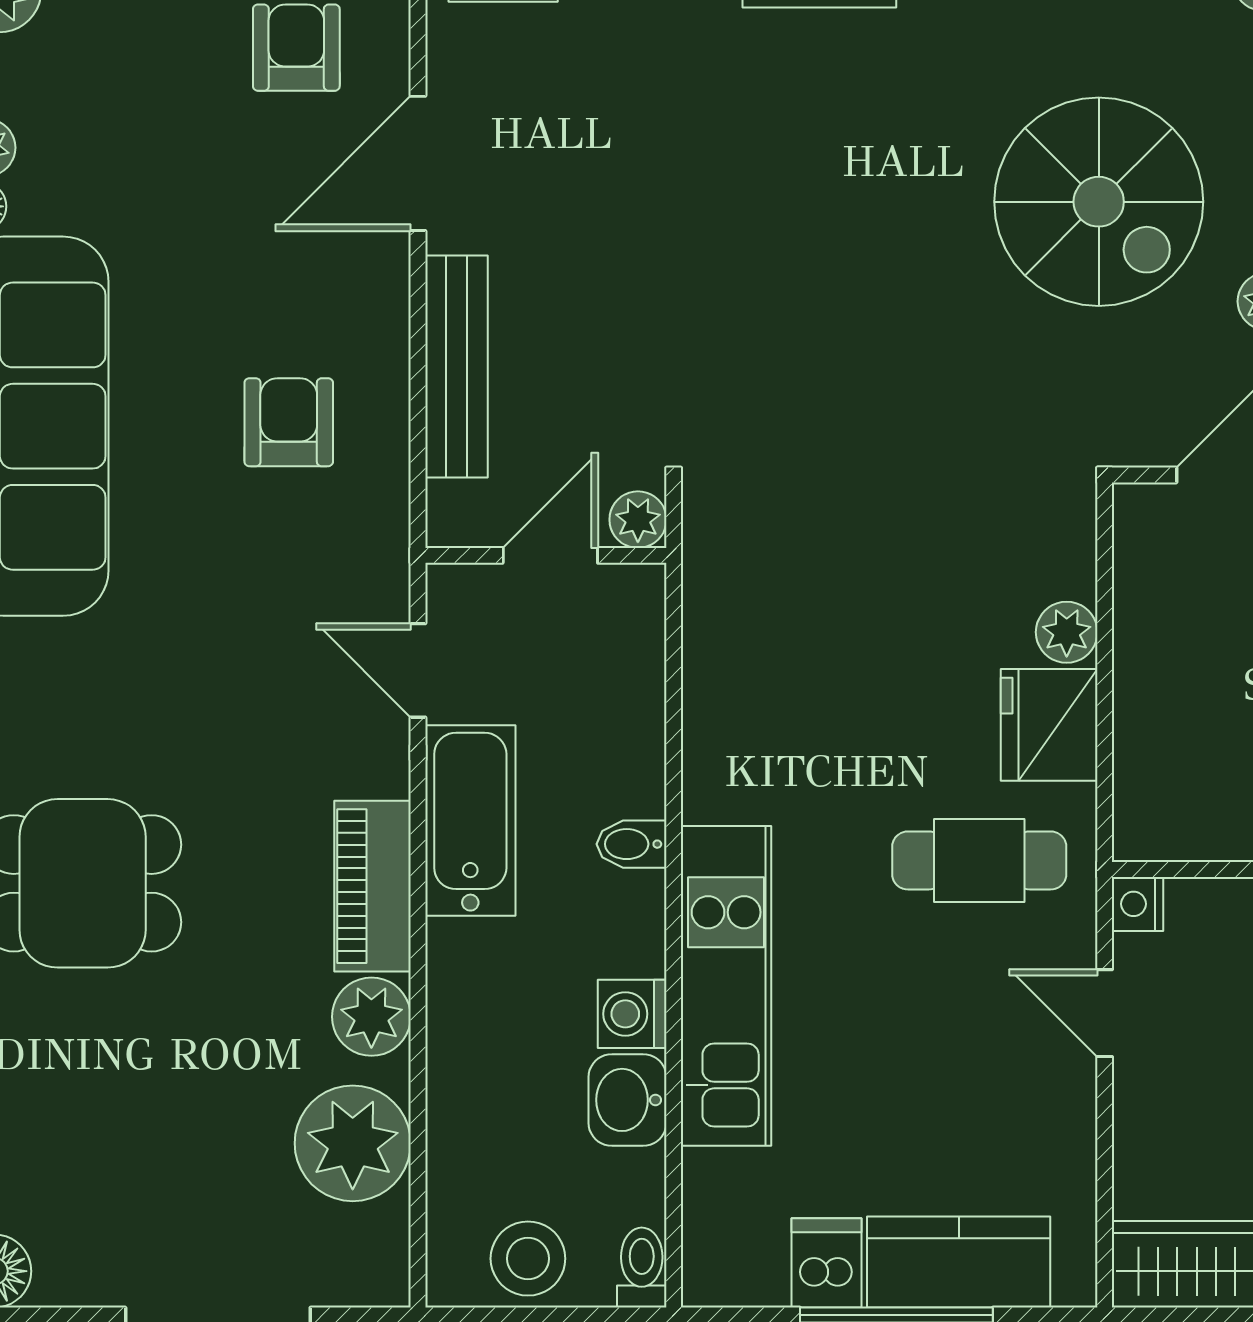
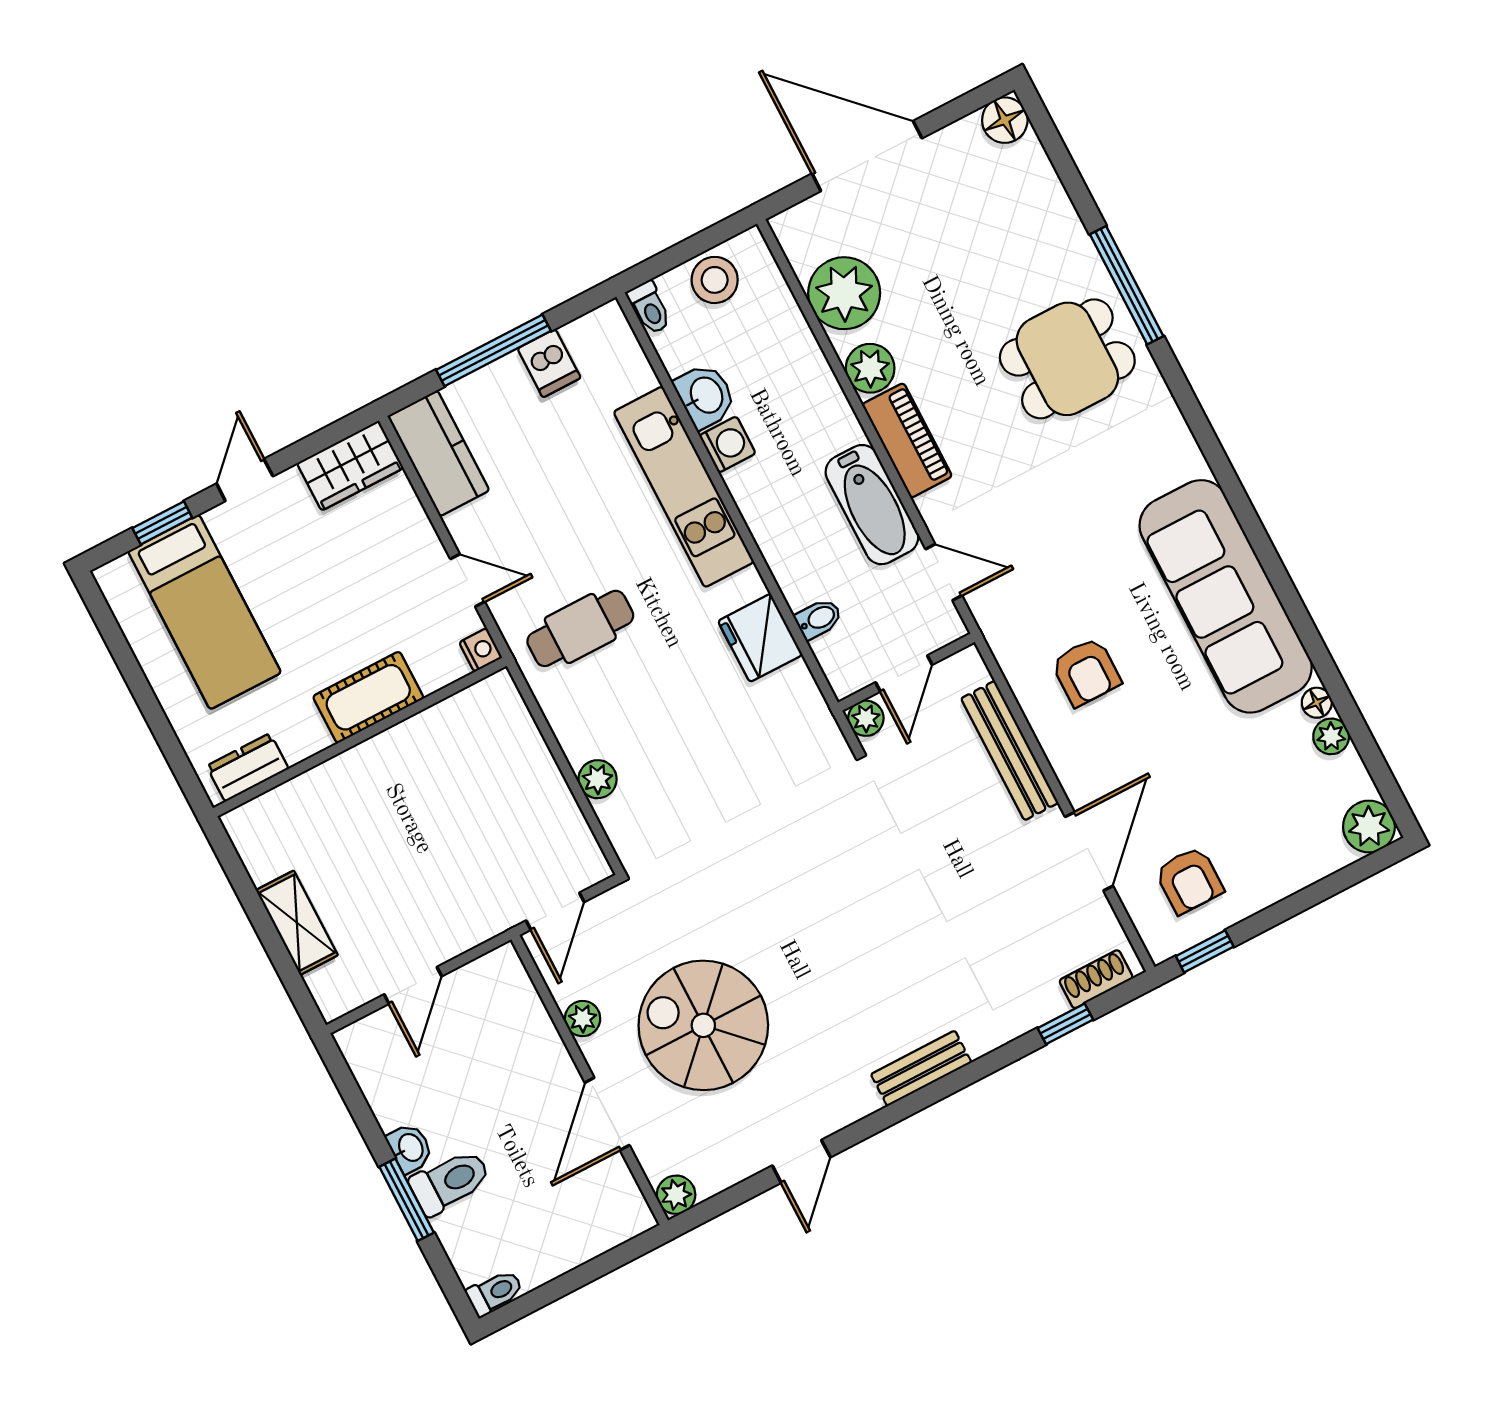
fridge: (1049, 725) -> (760, 638), moved, turned 180
bidet: (632, 844) -> (819, 619), moved
kitchen counter: (959, 1262) -> (438, 453), moved, turned -90

